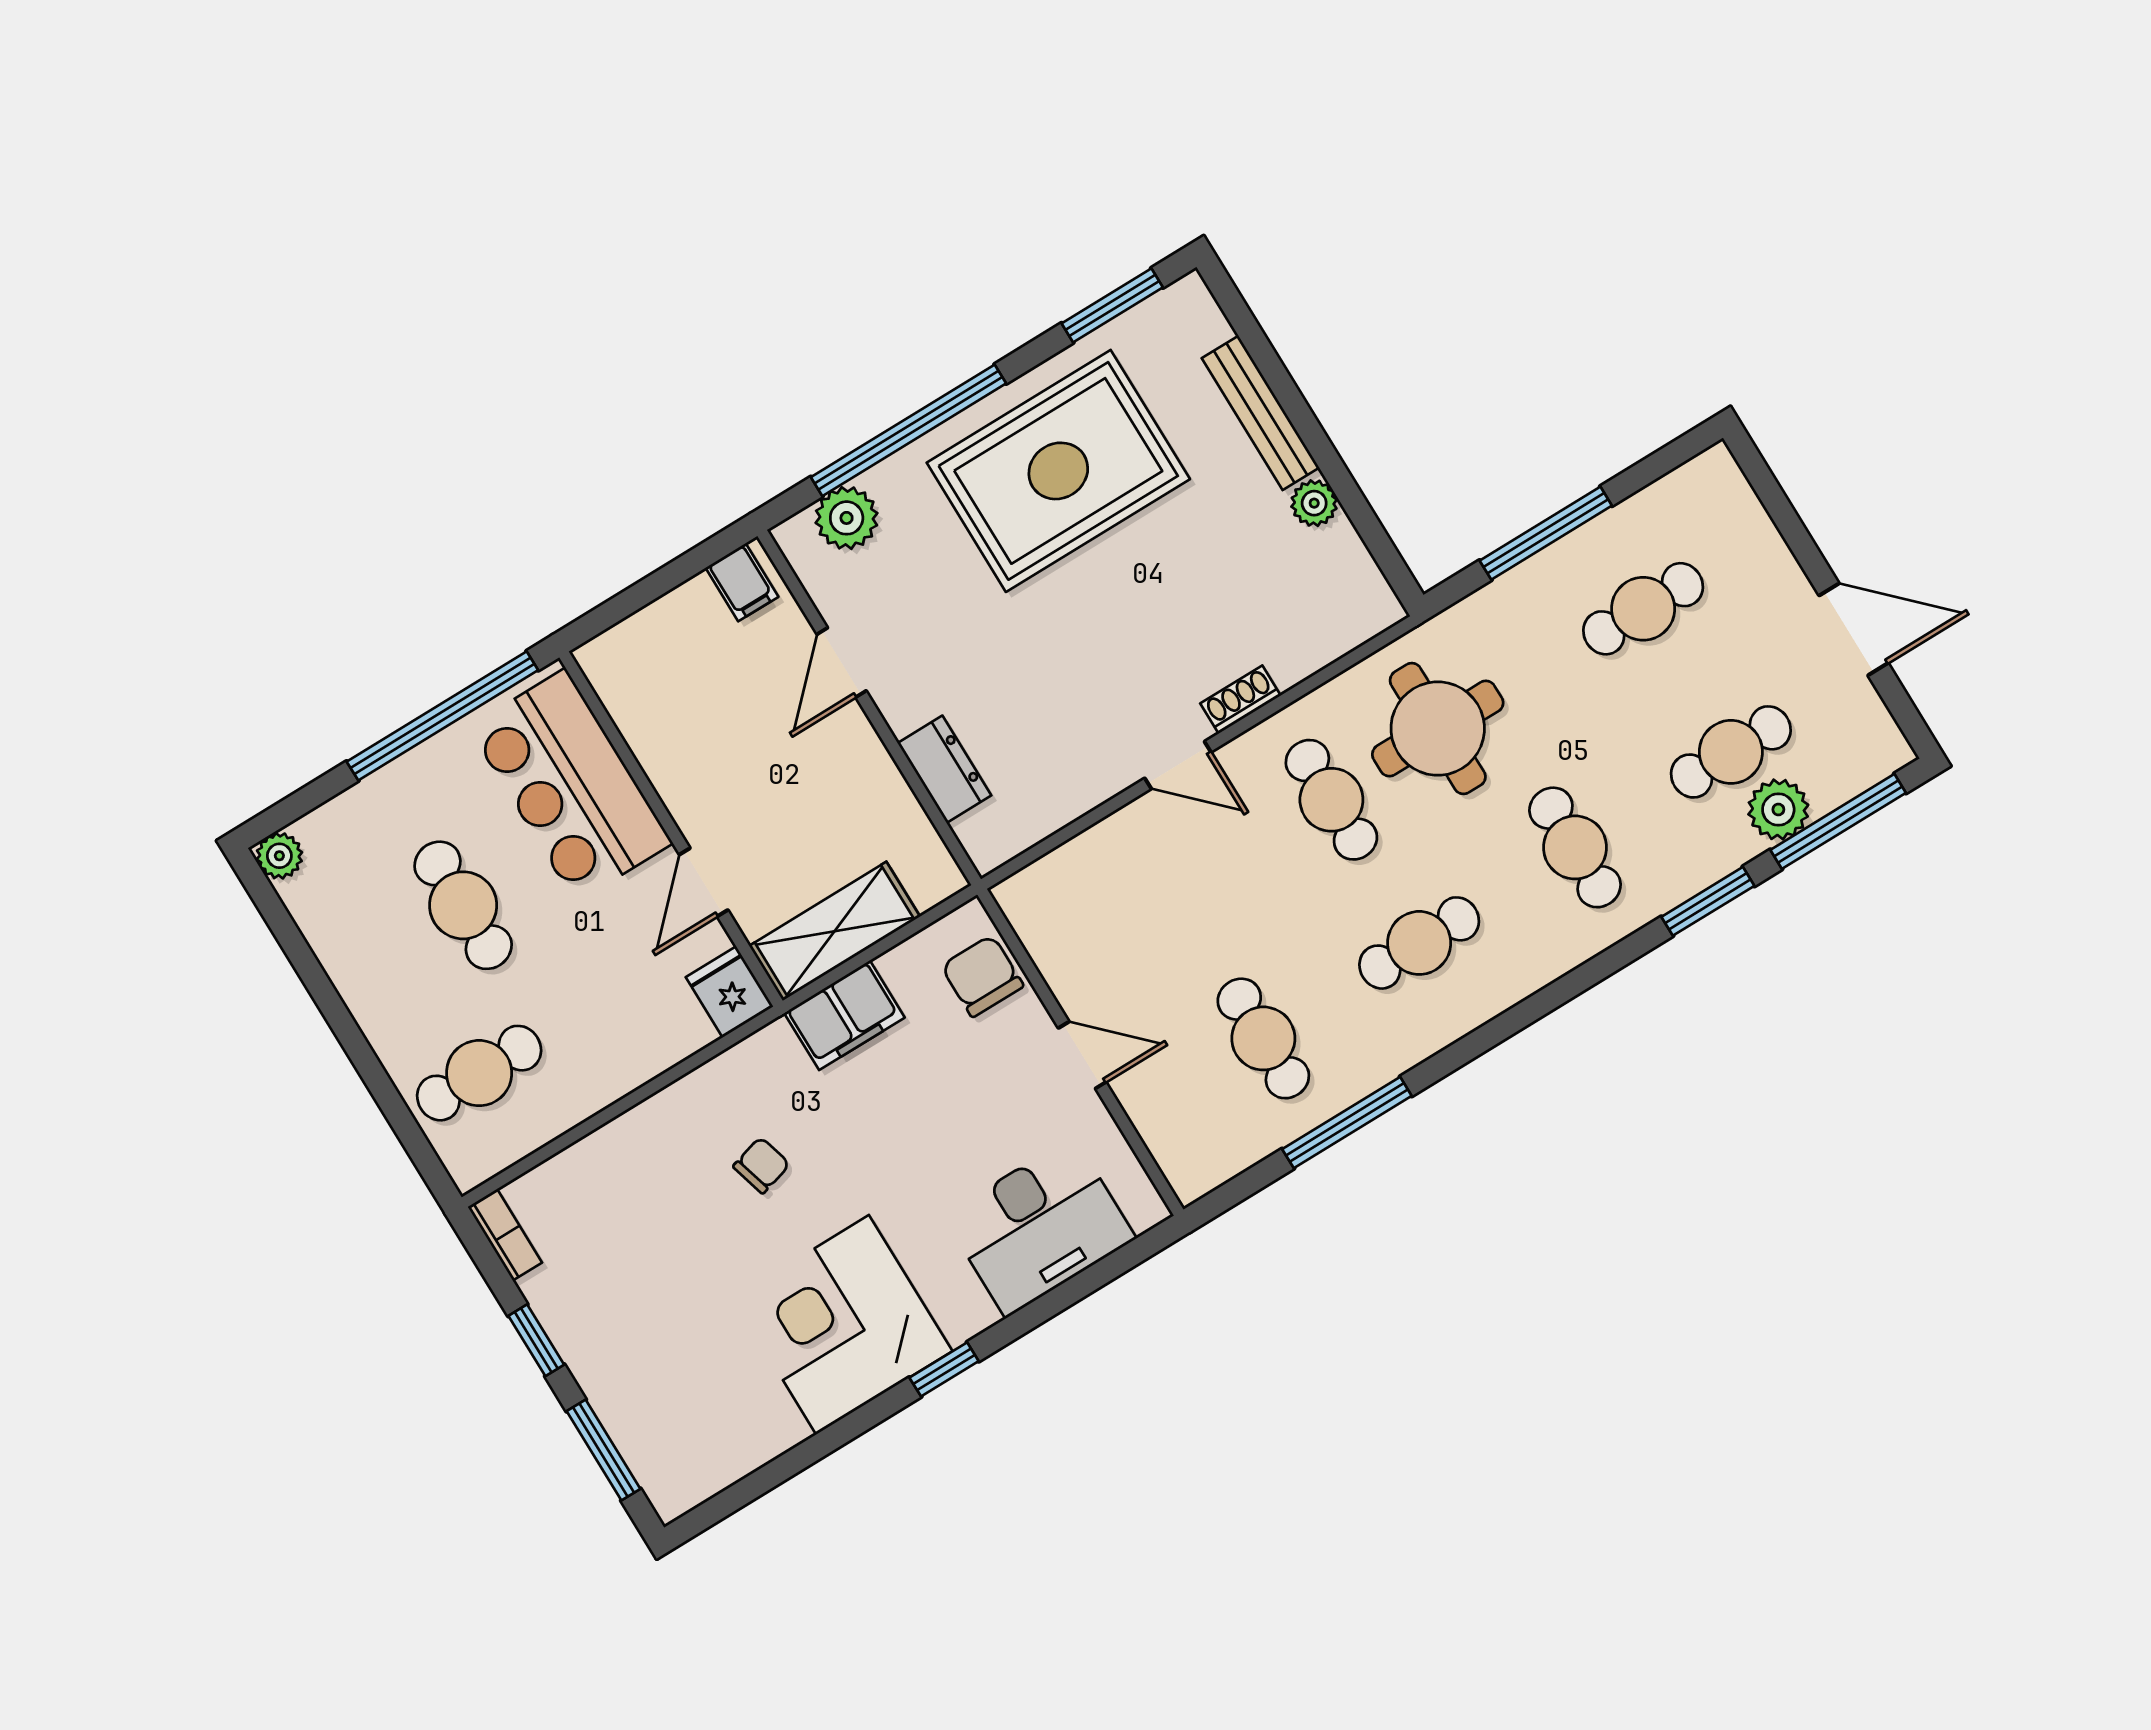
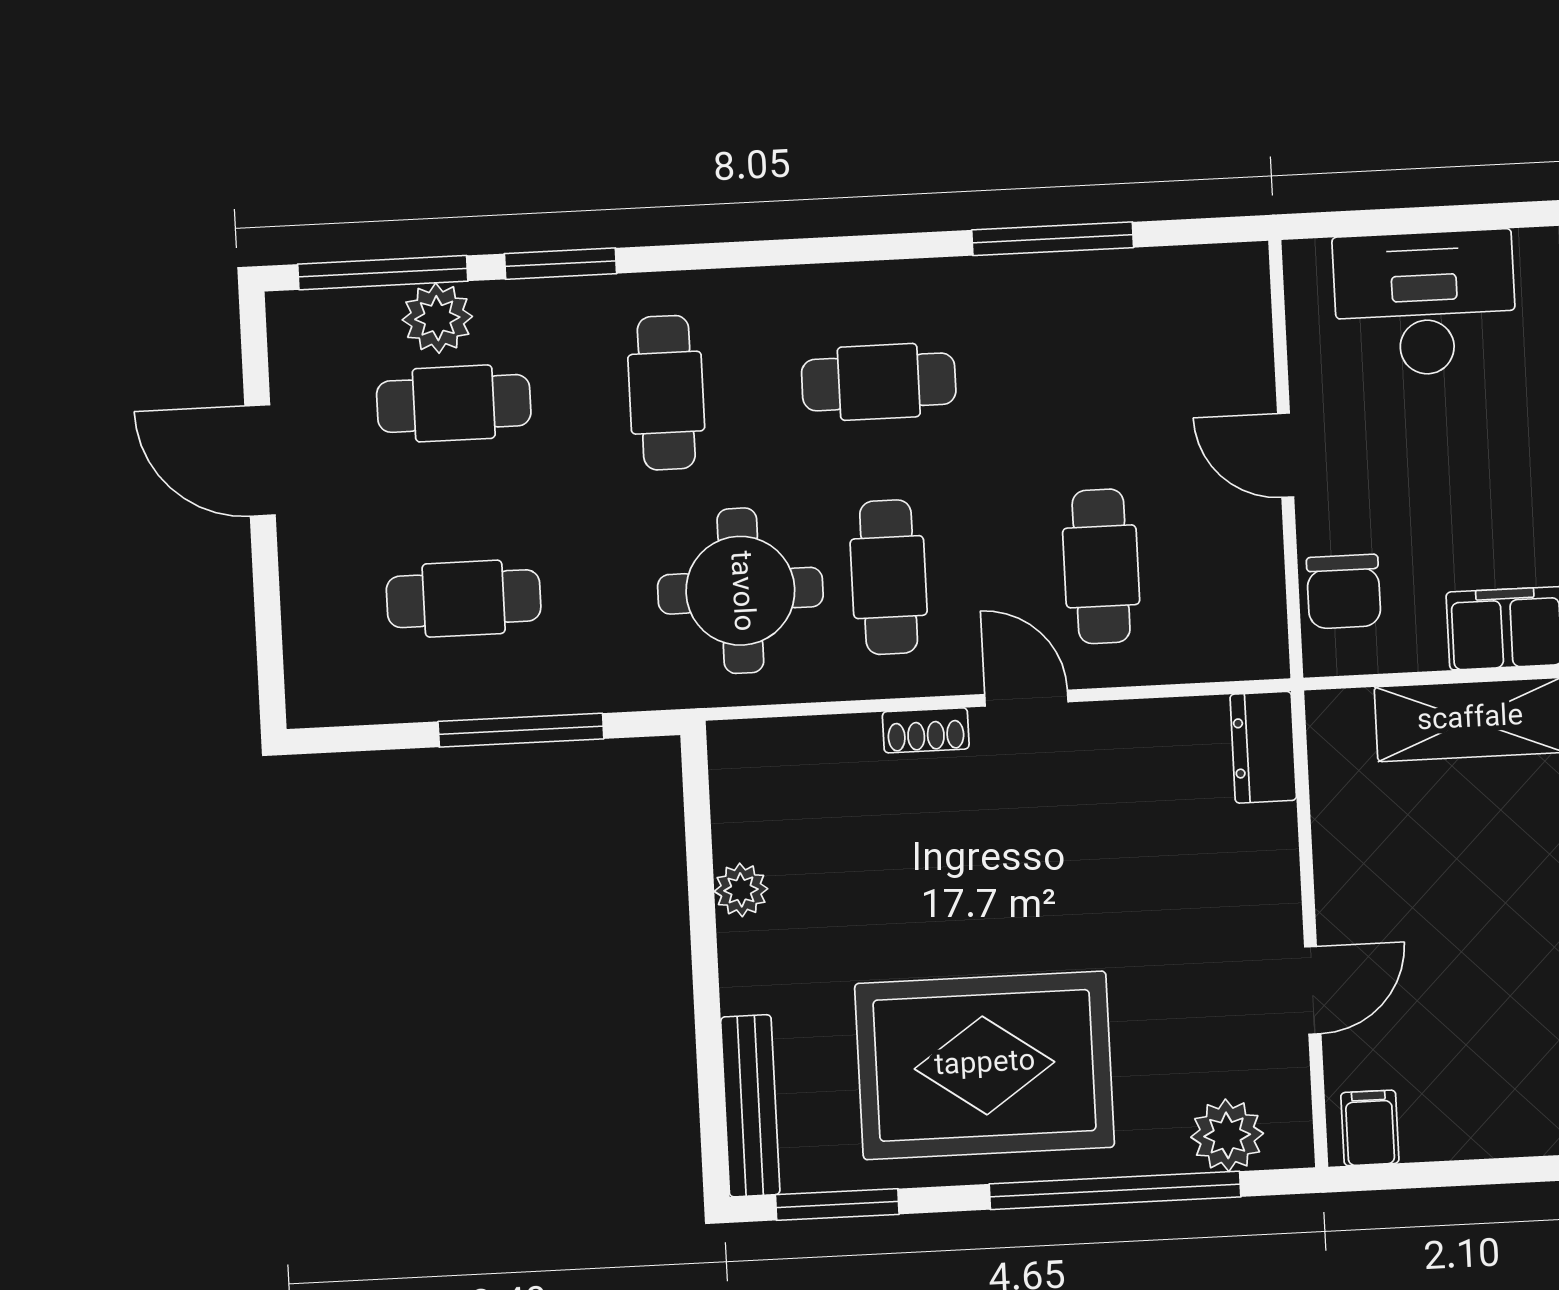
bench: (1261, 413) -> (750, 1106), moved
dresser: (944, 769) -> (1263, 747), moved
cafe table: (1263, 1038) -> (1101, 566), moved

